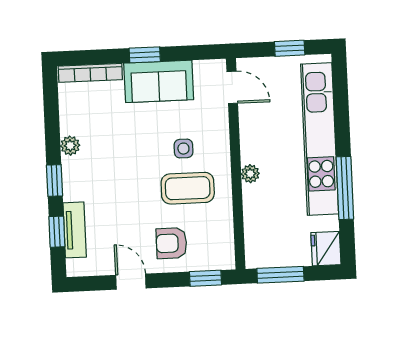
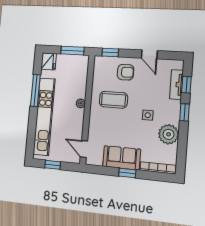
plant: (70, 146) -> (168, 134), width x1.88, depth x1.88
side table: (183, 149) -> (148, 115), moved

